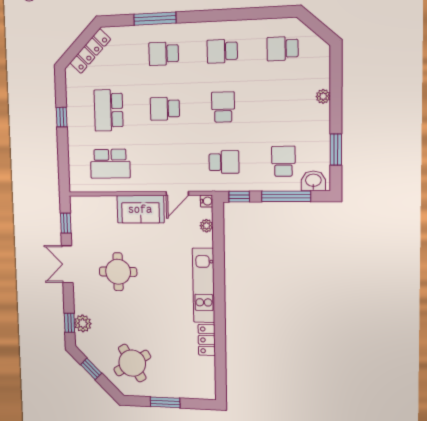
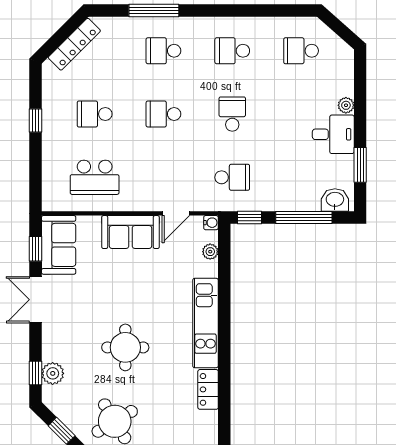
school desk: (109, 110) -> (95, 114), width x0.54
desk: (312, 123) -> (333, 134), added
school desk: (283, 161) -> (301, 177), removed
sofa: (84, 220) -> (59, 245), added
round table: (118, 272) -> (125, 347), moved

